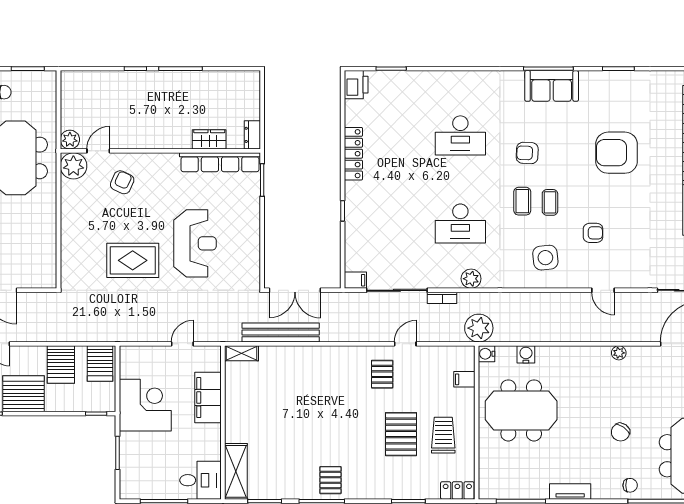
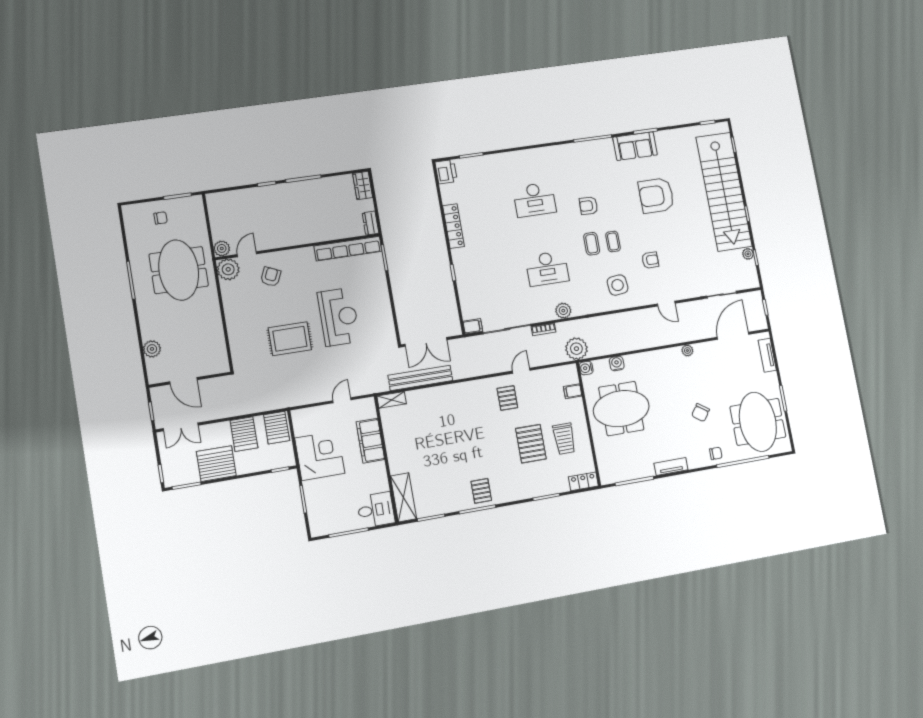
sofa: (552, 86) -> (635, 146), moved
wardrobe: (209, 139) -> (363, 185), moved, turned -90
trolley: (443, 435) -> (564, 439), turned 180

